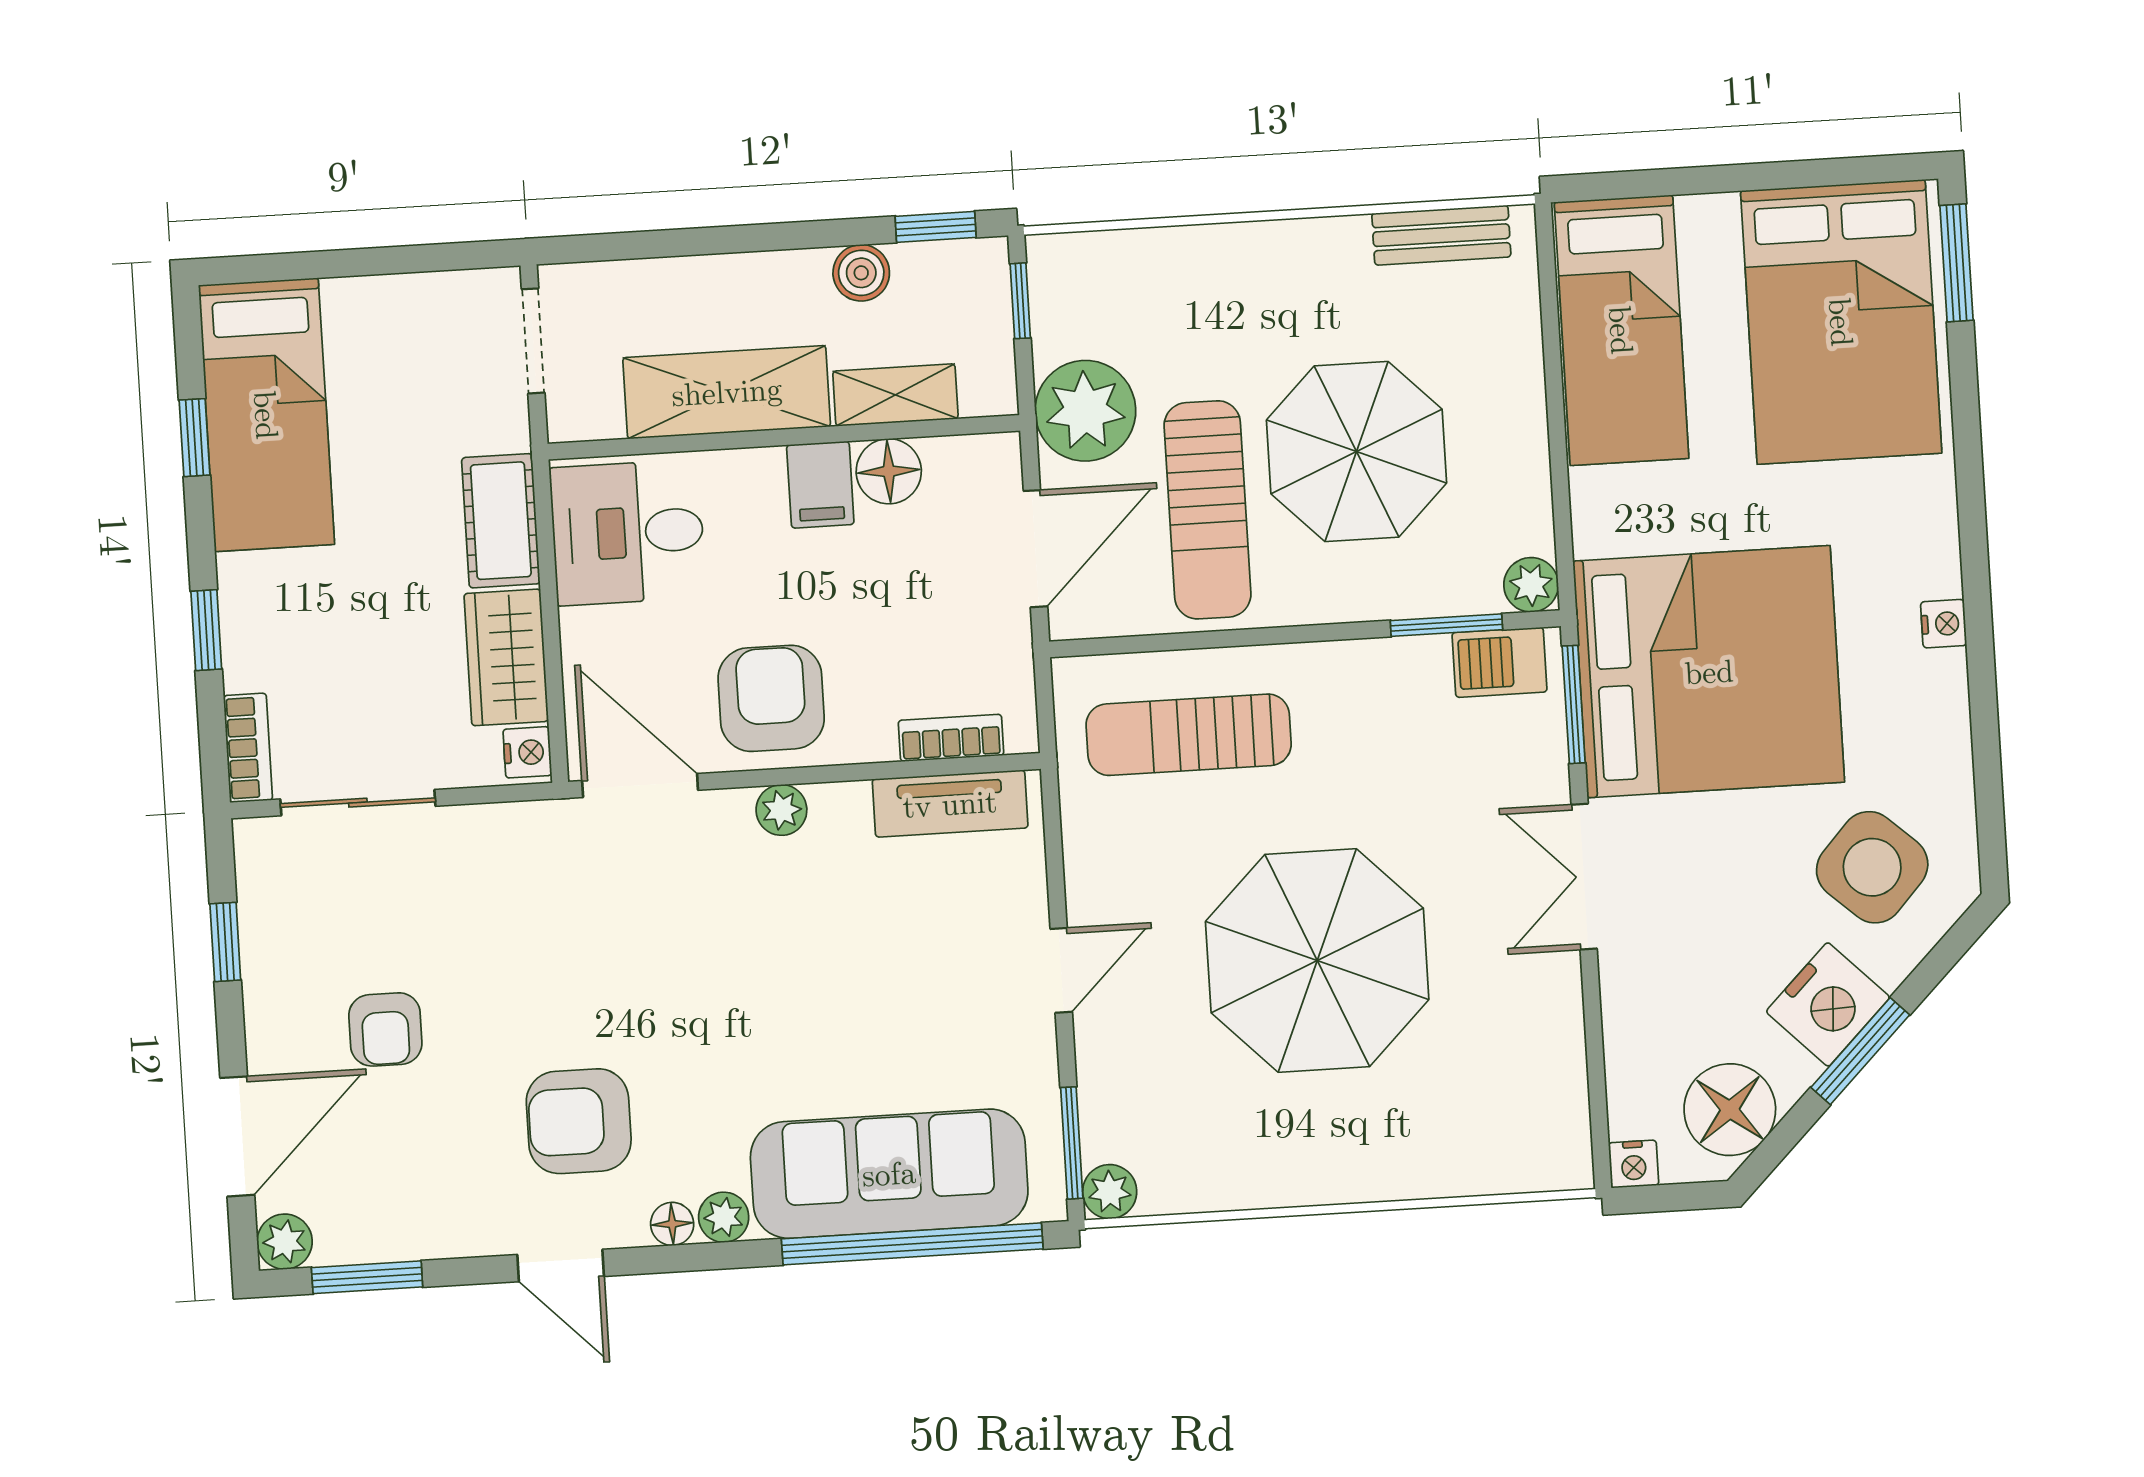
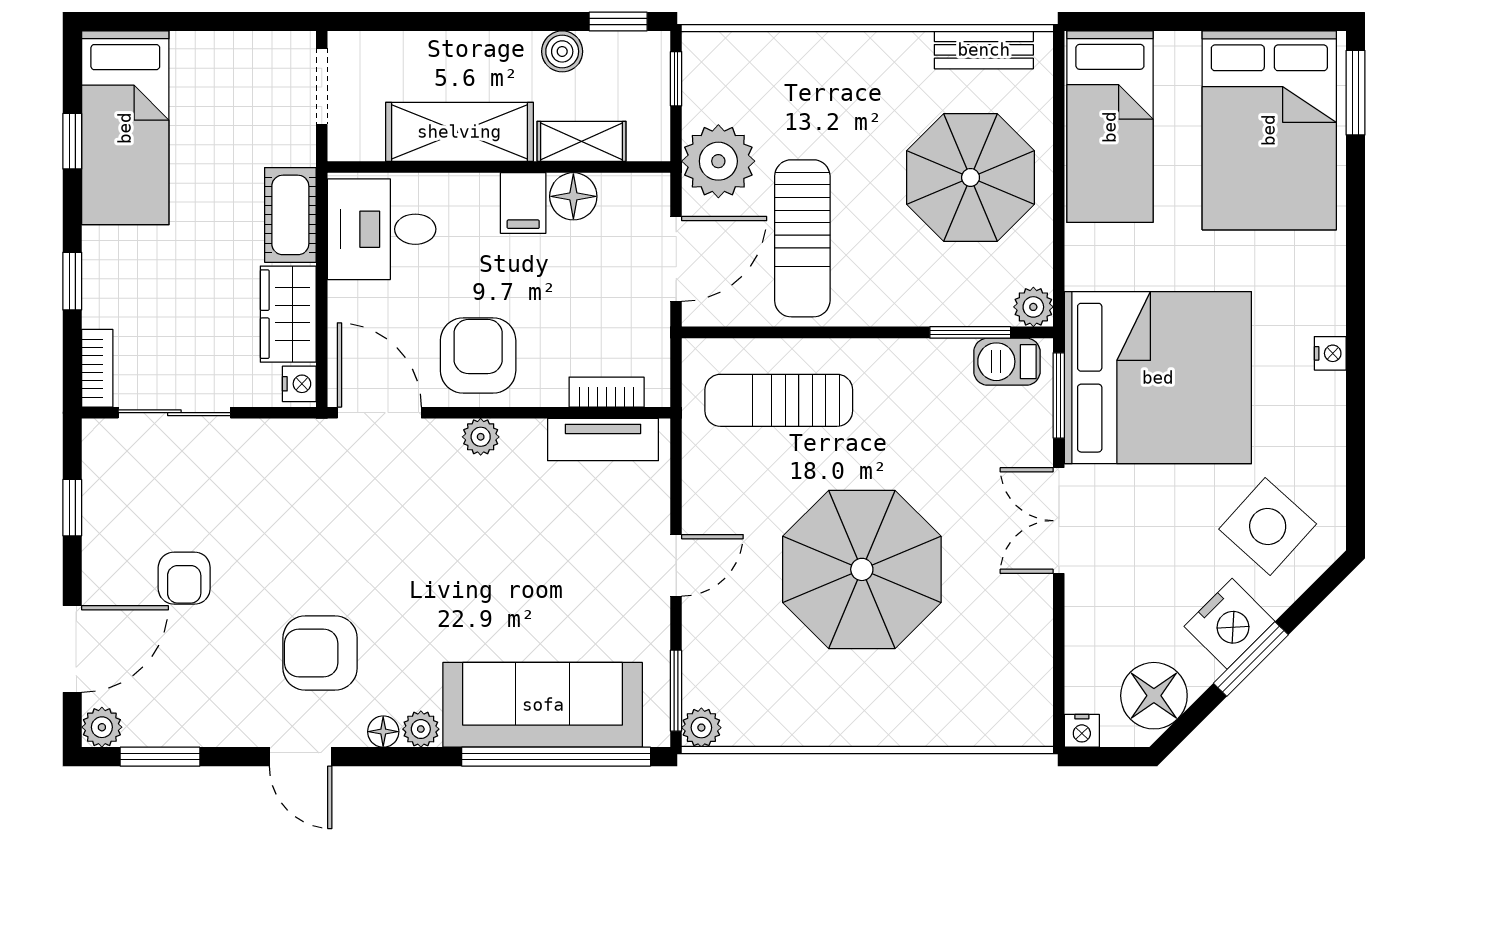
parasol: (1357, 452) -> (971, 177), moved

